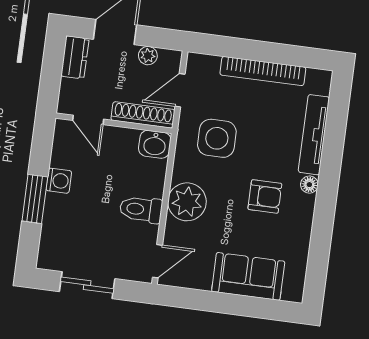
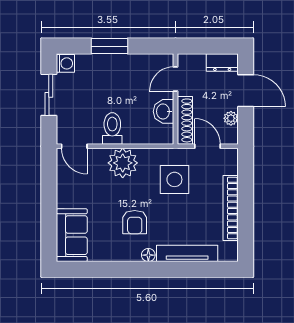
washbasin: (155, 144) -> (164, 111), moved
washing machine: (59, 181) -> (65, 63), moved, turned -90
sofa: (248, 276) -> (72, 235), moved

